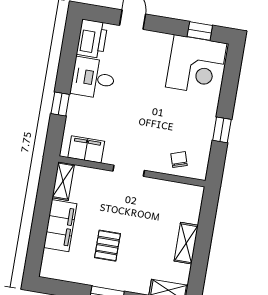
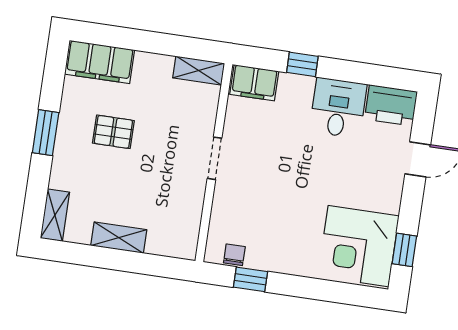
window: (222, 130) -> (250, 279), moved
filing cabinet: (86, 149) -> (254, 83), moved, turned 90
chair: (179, 160) -> (234, 255), moved, turned -72
filing cabinet: (60, 226) -> (100, 62), moved

